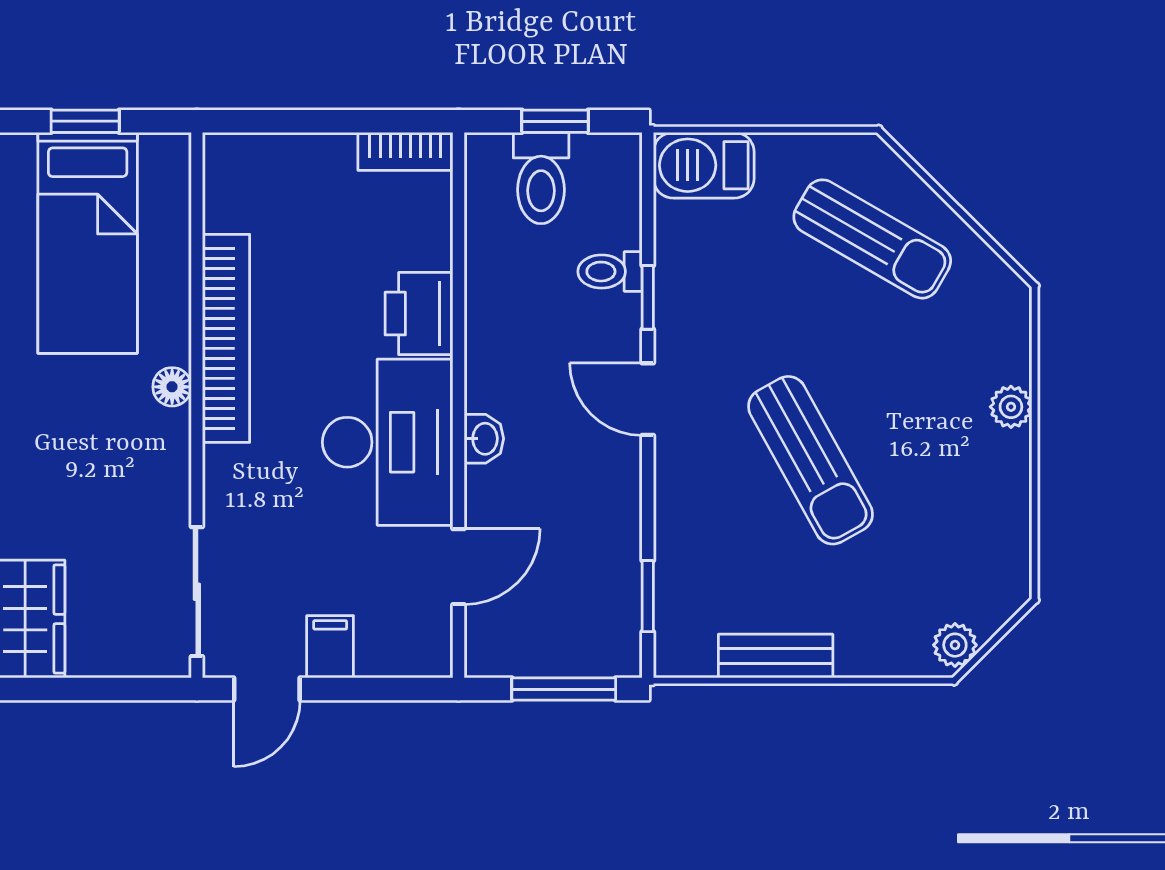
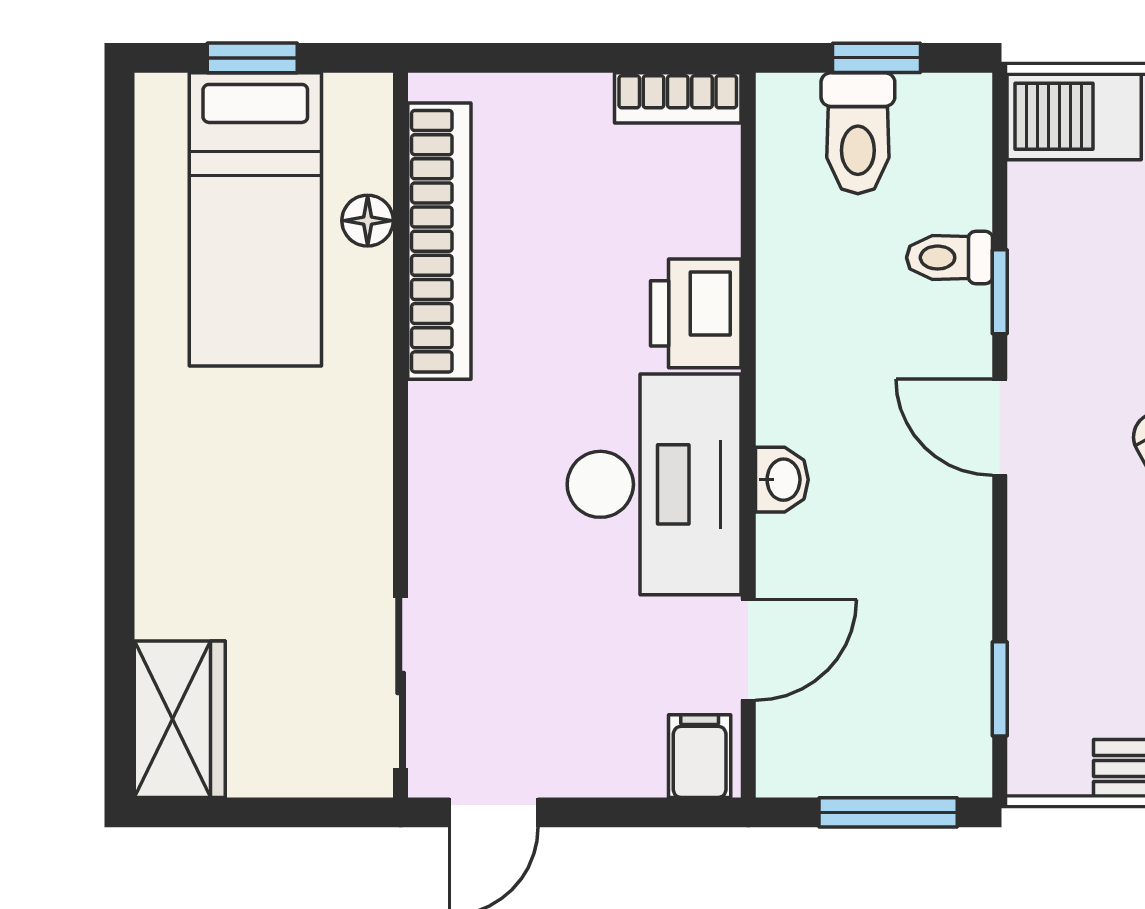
bookcase: (226, 338) -> (439, 241), moved
floor lamp: (172, 387) -> (368, 221), moved
filing cabinet: (330, 647) -> (700, 756), moved

